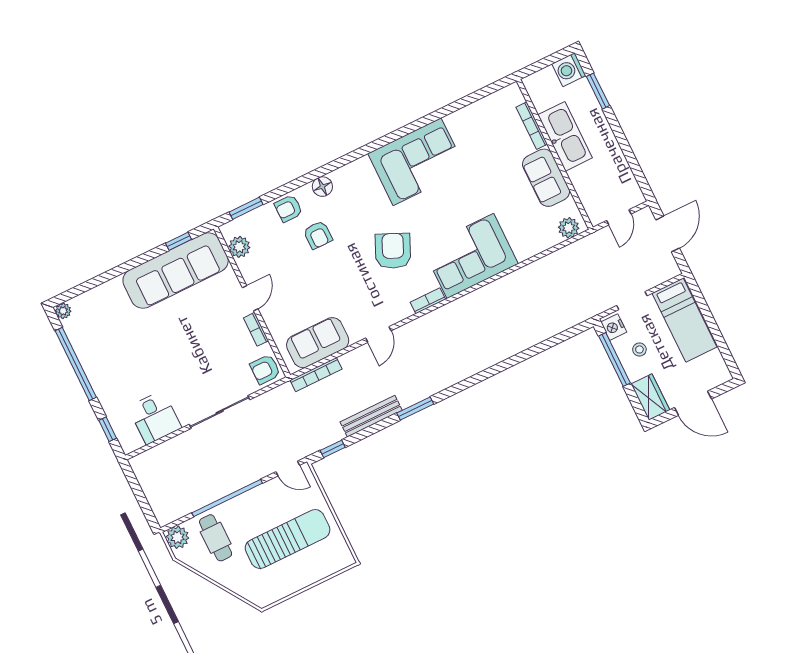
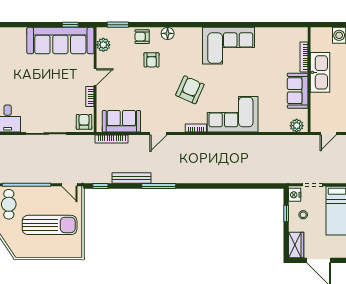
window: (614, 359) -> (286, 213), width x0.46
armchair: (265, 369) -> (84, 122), turned 90
window: (415, 409) -> (159, 186), width x1.44

